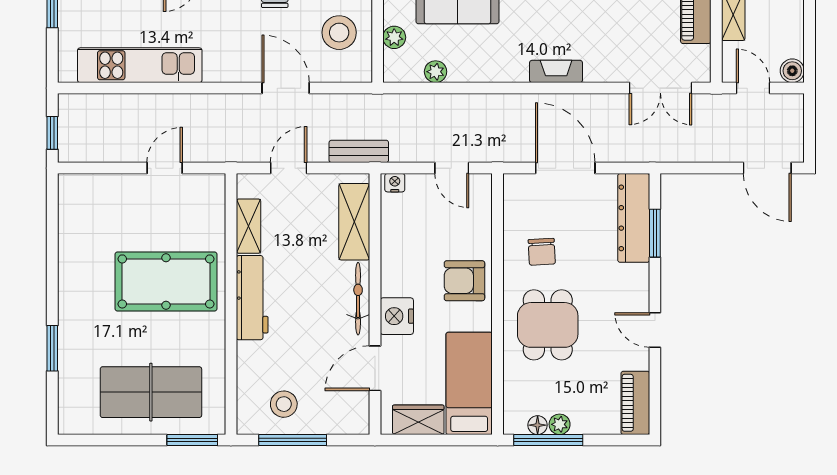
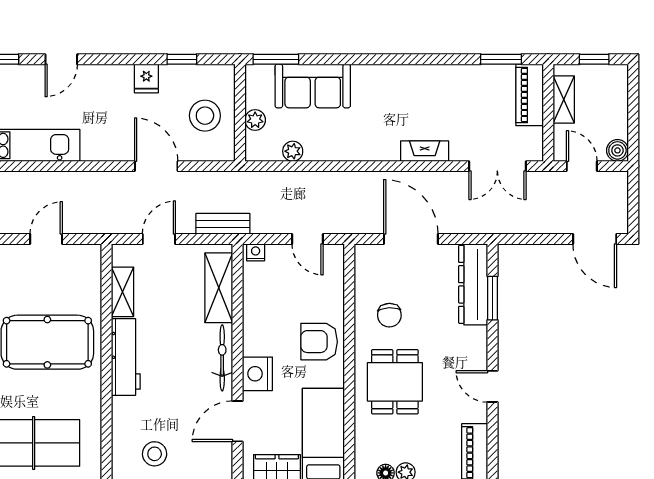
fireplace: (556, 71) -> (425, 151), moved

